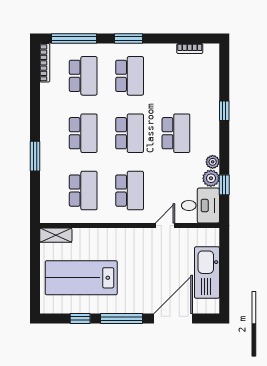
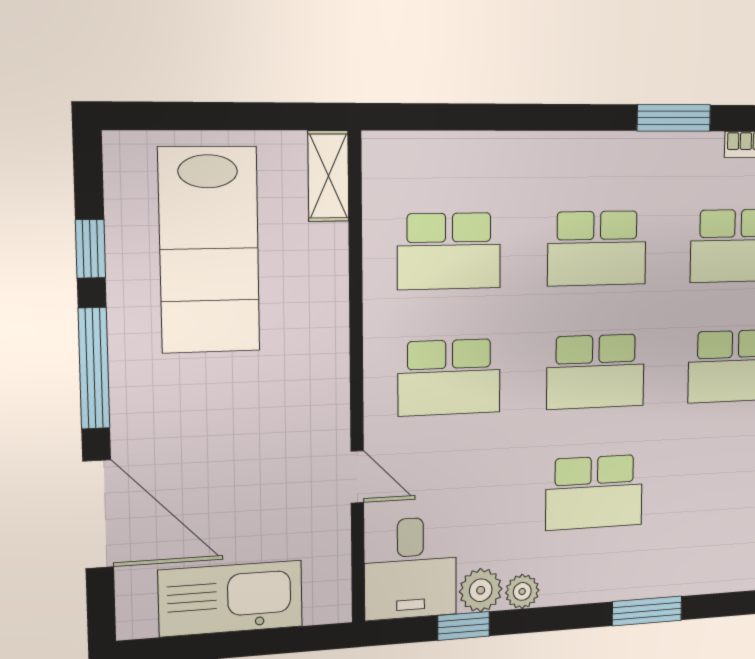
window: (224, 111) -> (647, 611), width x1.50
window: (35, 156) -> (674, 118), moved
lab bench: (81, 278) -> (209, 250), turned 180

